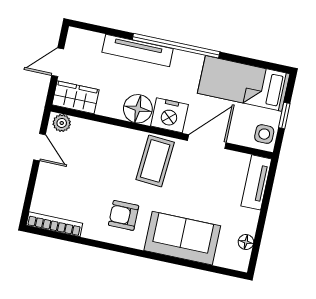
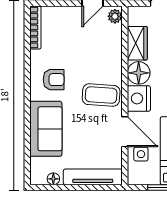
wardrobe: (76, 97) -> (137, 43), moved
side table: (264, 134) -> (141, 154), moved
tv unit: (256, 182) -> (93, 177), width x1.41
armchair: (124, 215) -> (54, 80), turned 90

